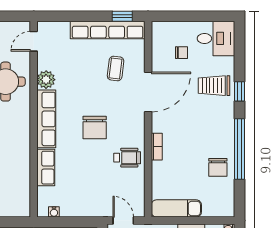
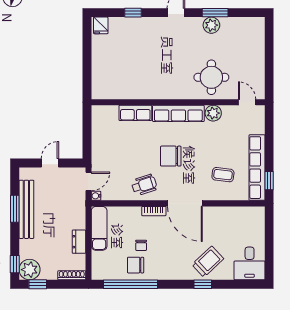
chair: (181, 53) -> (141, 245), moved
trolley: (214, 86) -> (208, 262), turned 47
door: (148, 92) -> (185, 203), moved
window: (240, 149) -> (131, 284), moved
wheelchair: (127, 158) -> (144, 185), turned -108
water cooler: (54, 212) -> (96, 196), moved

